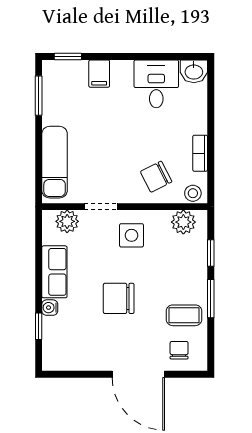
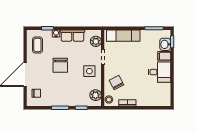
washbasin: (194, 71) -> (165, 44), moved
desk: (156, 84) -> (159, 72), moved
chair: (119, 298) -> (60, 65), turned 180
coffee table: (184, 315) -> (37, 45), moved

